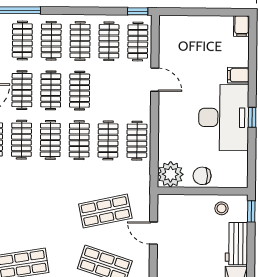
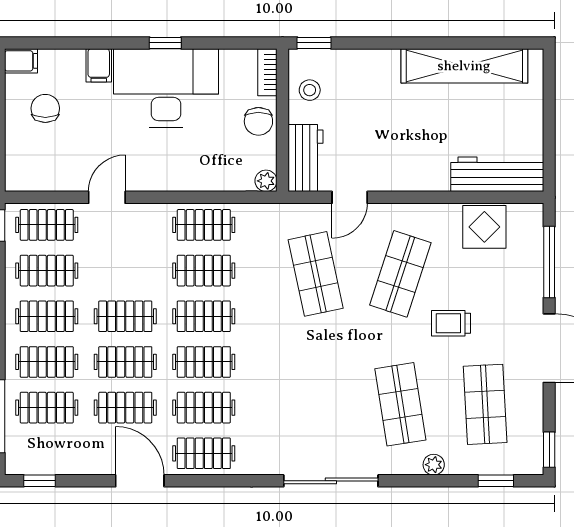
chair: (211, 41) -> (45, 108), added
plant: (170, 174) -> (266, 181), width x0.53, depth x0.53
bookcase: (233, 182) -> (267, 72), added
workbench: (236, 244) -> (305, 158), moved, turned -90

